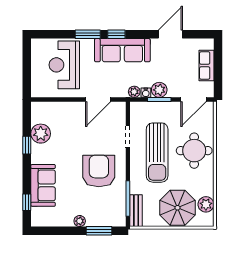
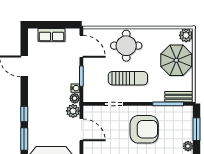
sofa: (122, 50) -> (38, 109), removed
plant: (159, 90) -> (73, 111), moved
sun lounger: (157, 153) -> (128, 78), width x0.73, depth x0.75
armchair: (99, 171) -> (144, 129), turned 180
plant: (206, 204) -> (186, 35), moved

